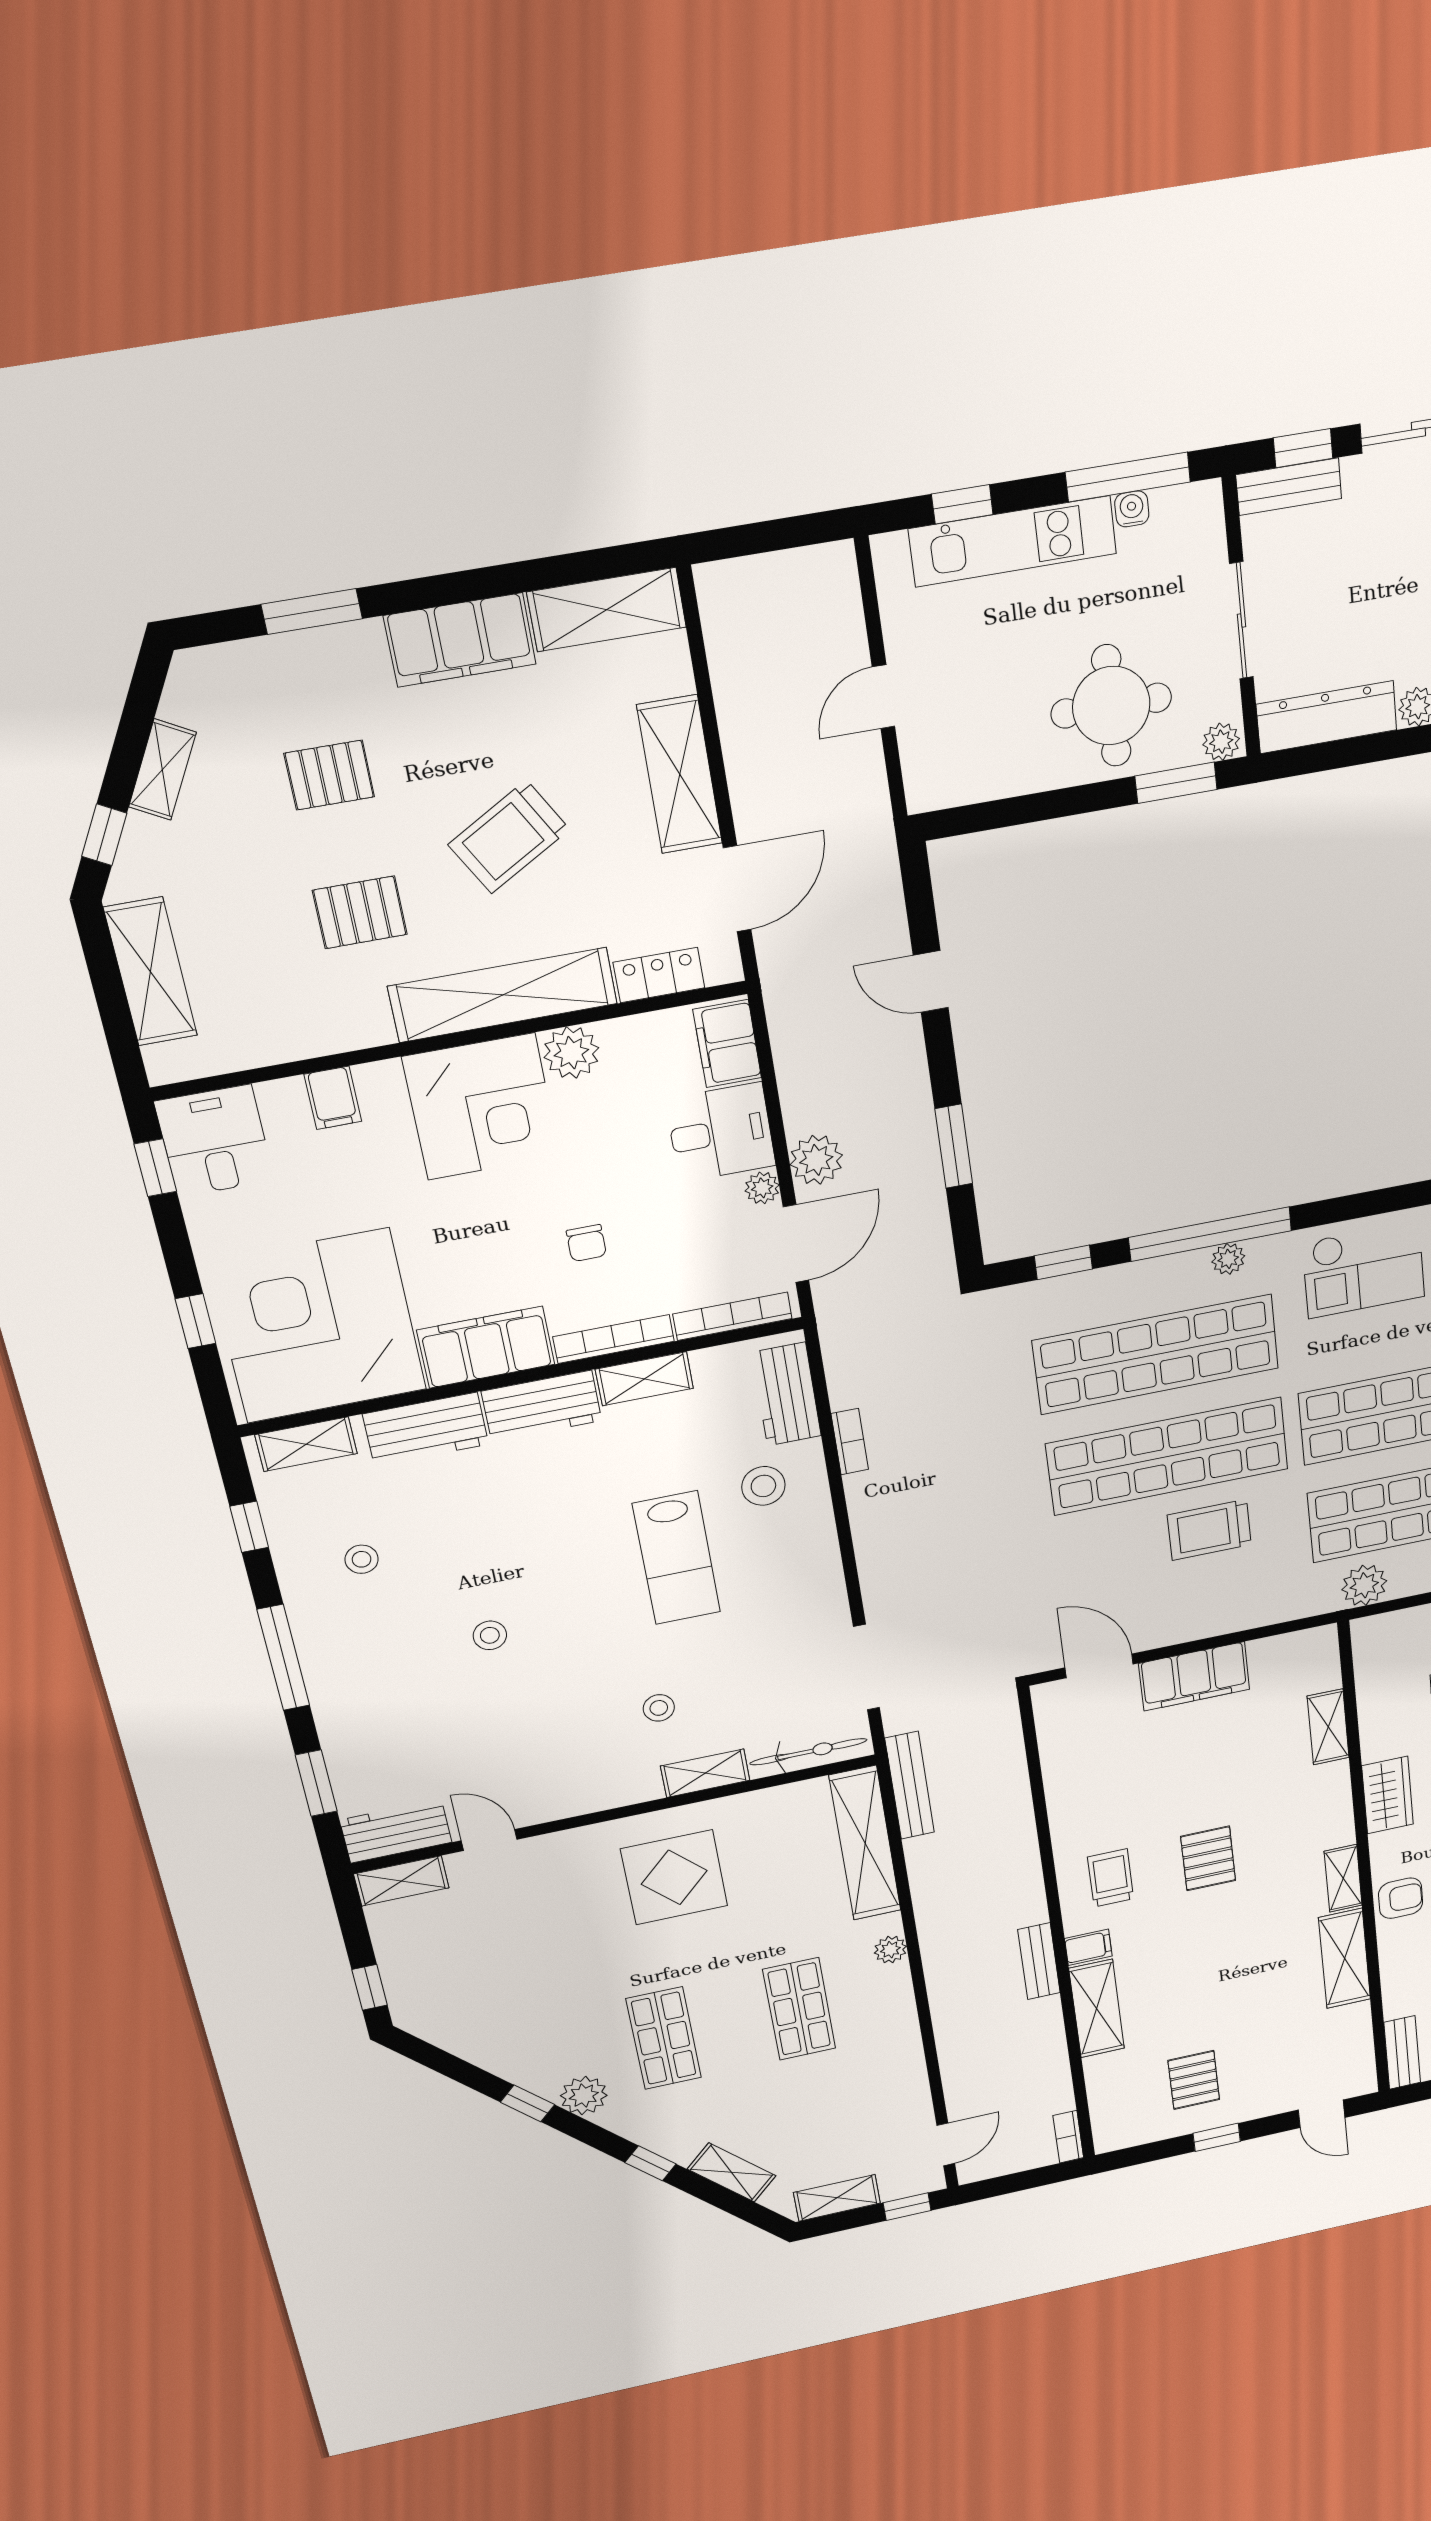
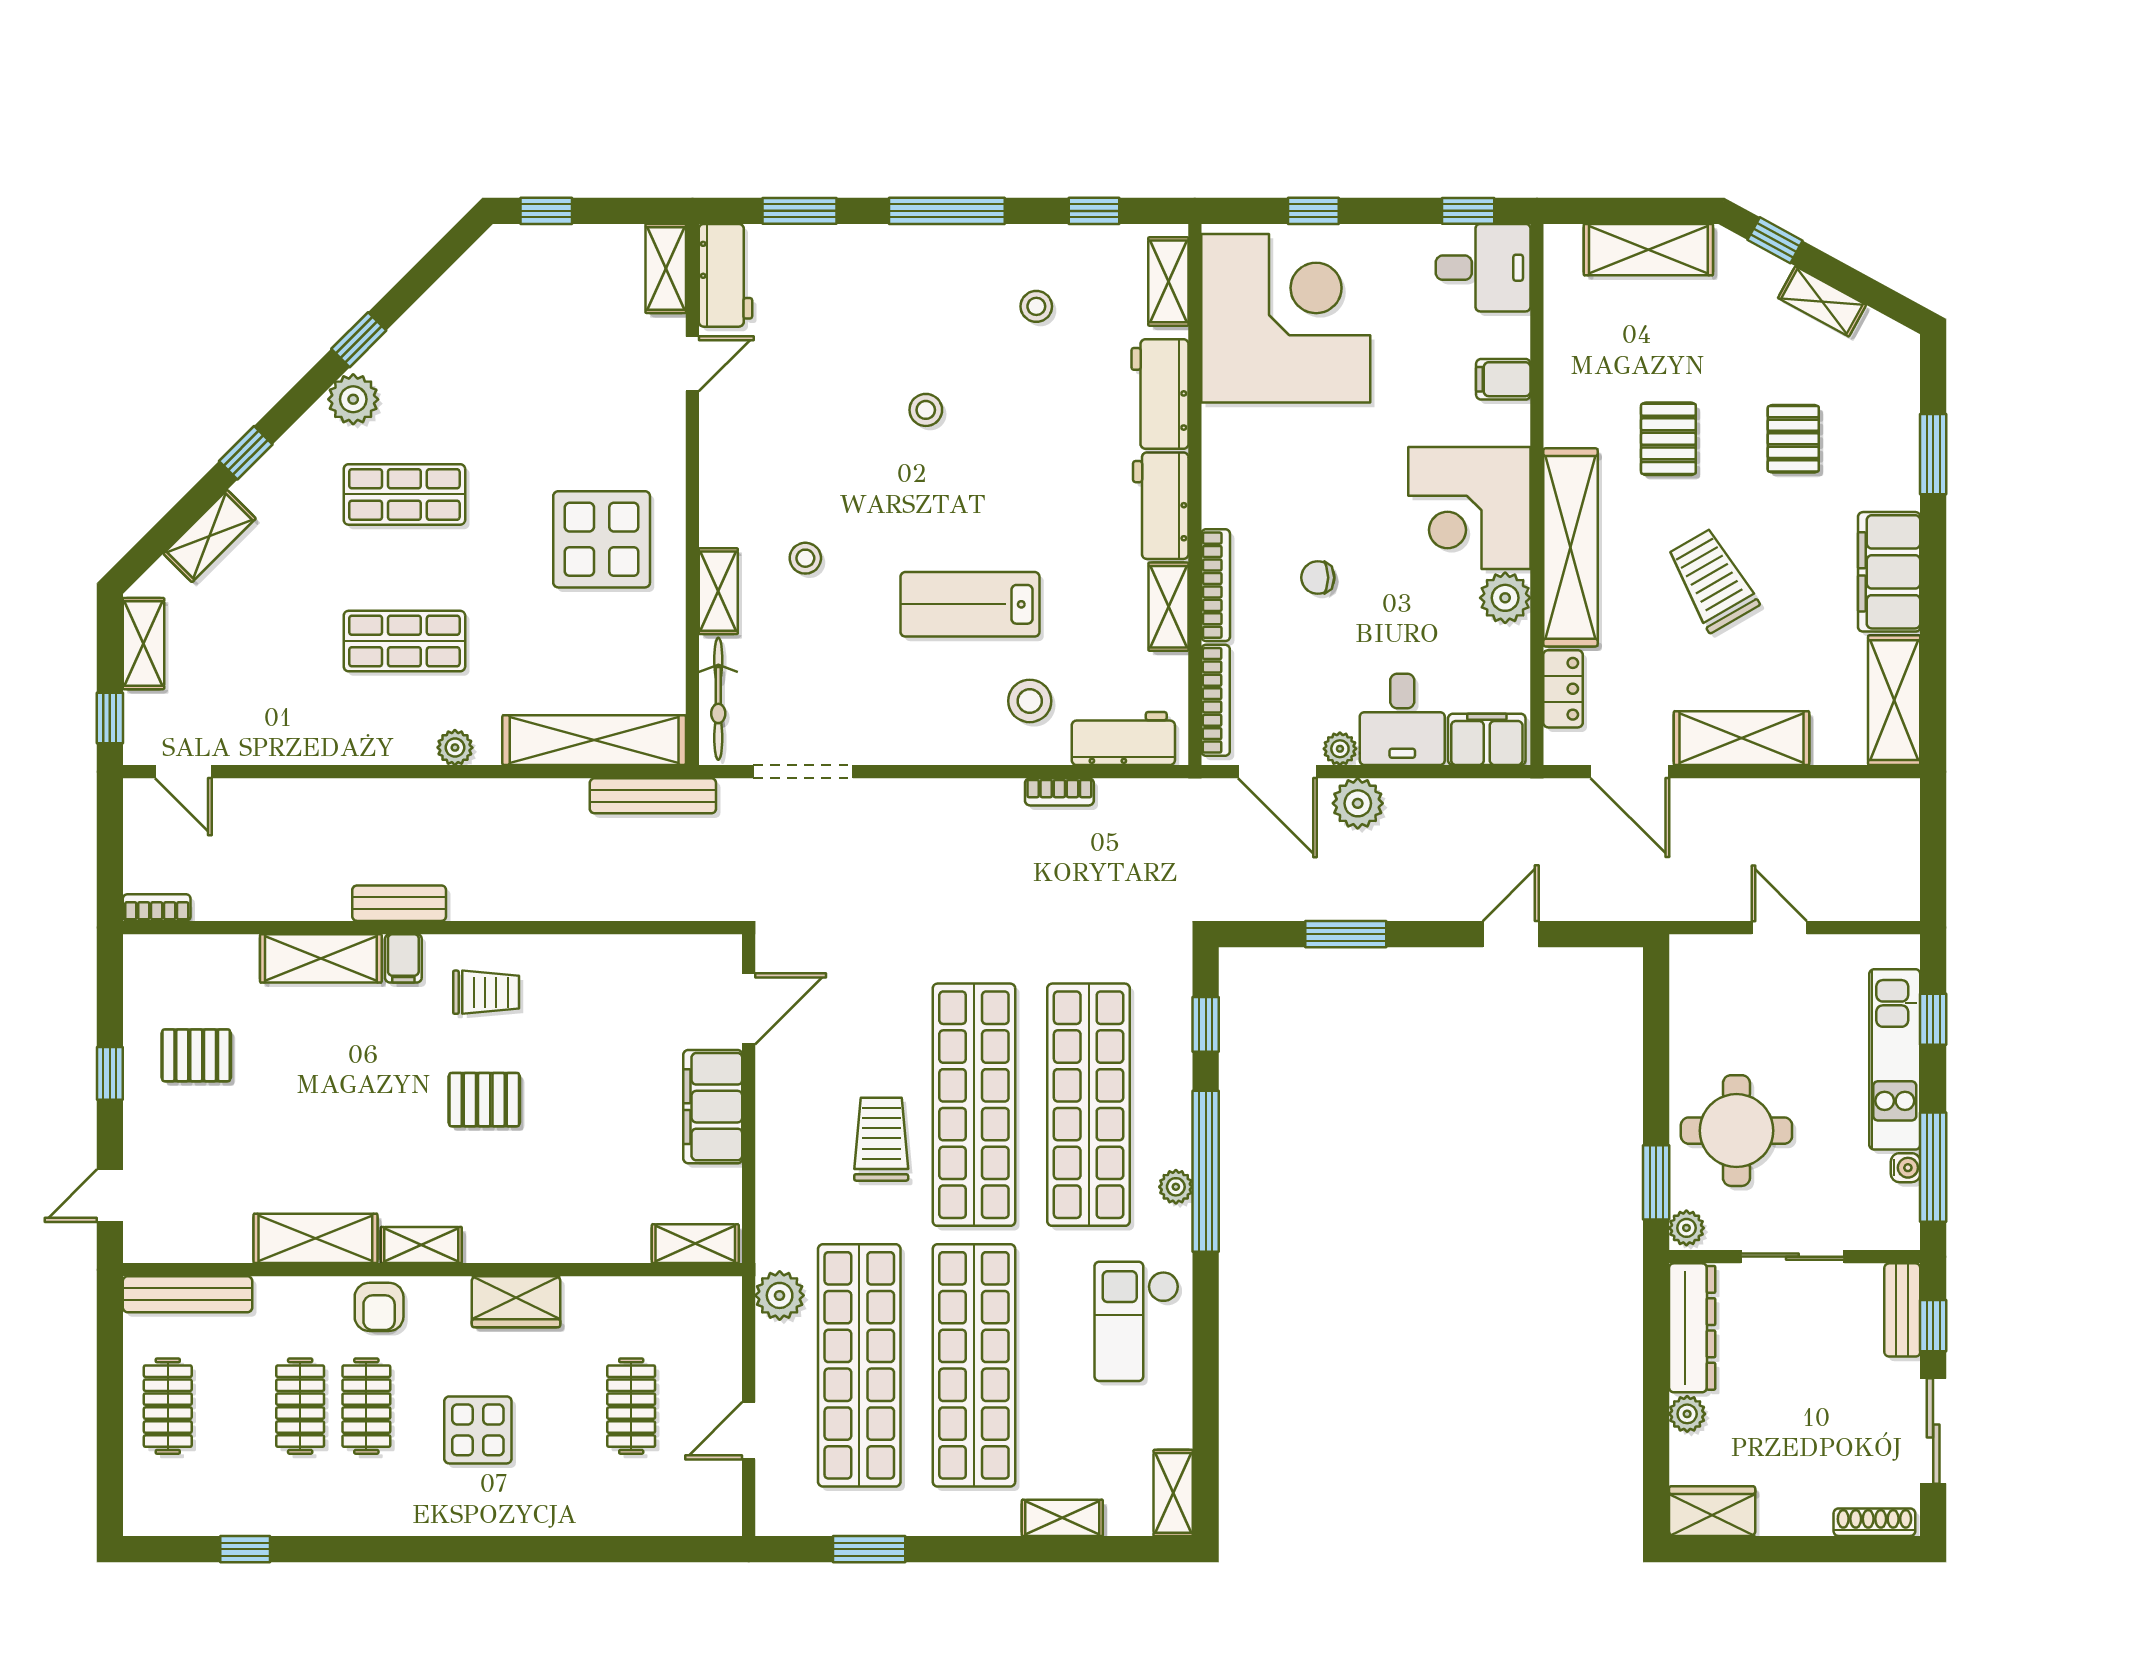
filing cabinet: (486, 1347) -> (1232, 466), removed
shelving: (1328, 1727) -> (695, 1244), moved
bench: (1402, 2052) -> (188, 1294), width x1.36

